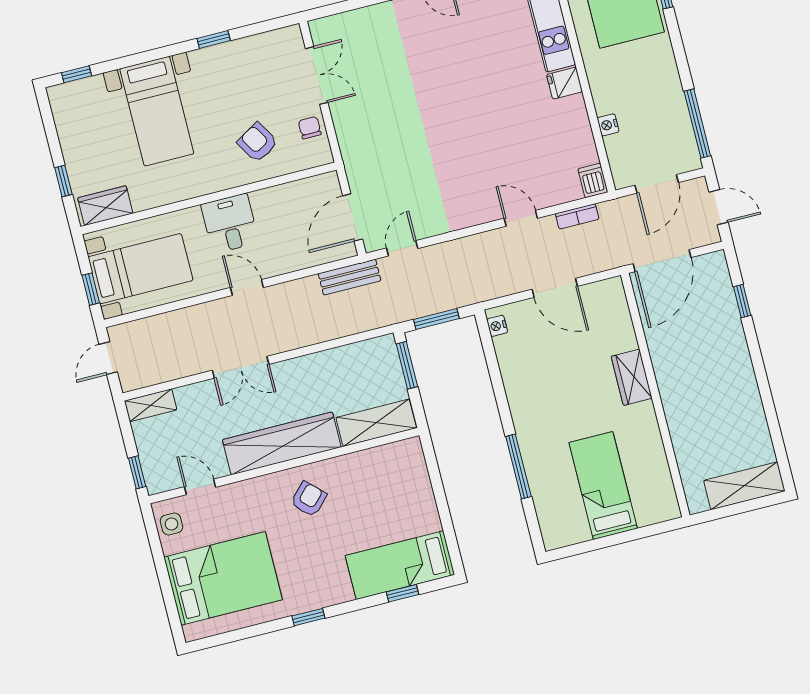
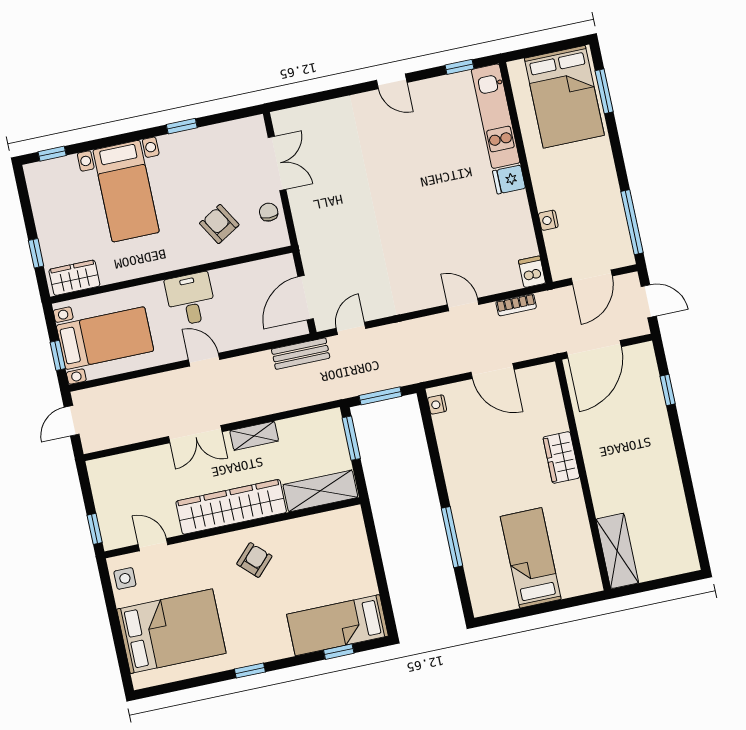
shelving: (151, 405) -> (254, 436), moved
shelving: (744, 486) -> (617, 551), moved, turned 90

